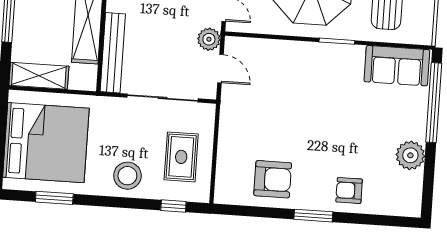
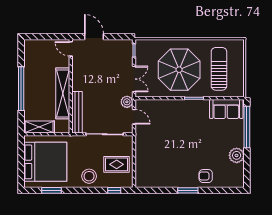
rug: (181, 157) -> (117, 164), turned 90
armchair: (273, 179) -> (165, 173), removed

